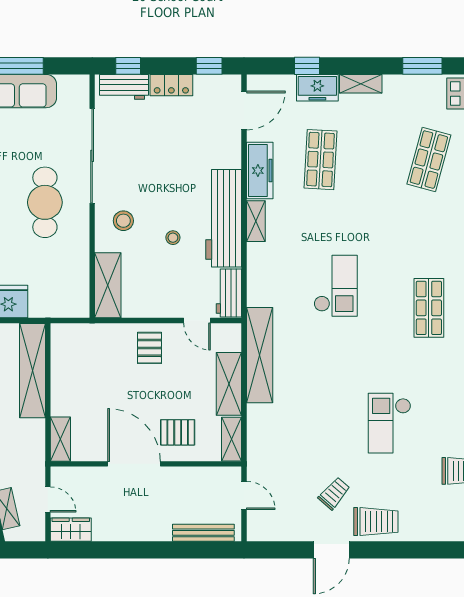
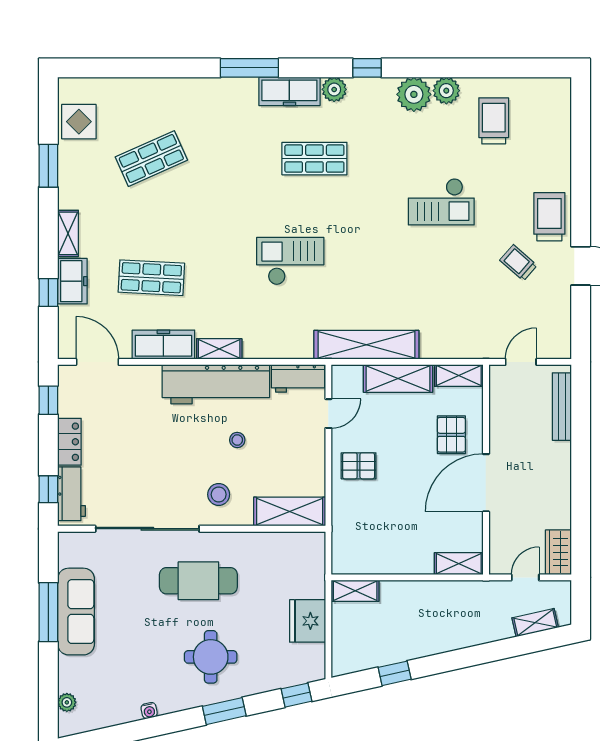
shop shelf: (429, 160) -> (151, 159), turned -39
shelving: (33, 371) -> (355, 591), width x0.45, depth x0.75

